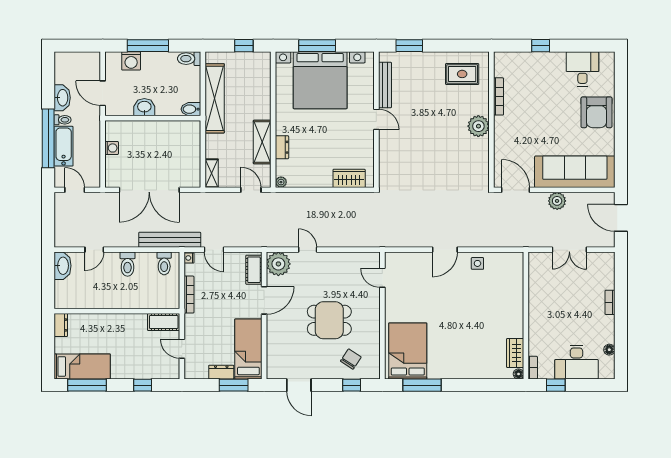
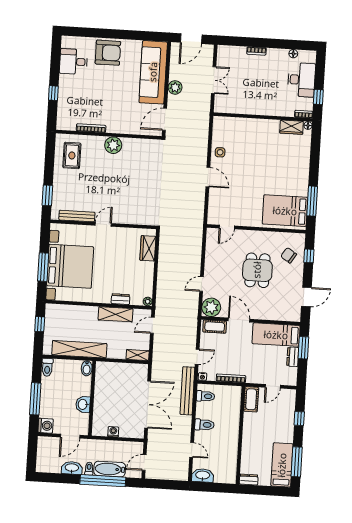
washing machine: (131, 61) -> (46, 426), moved

